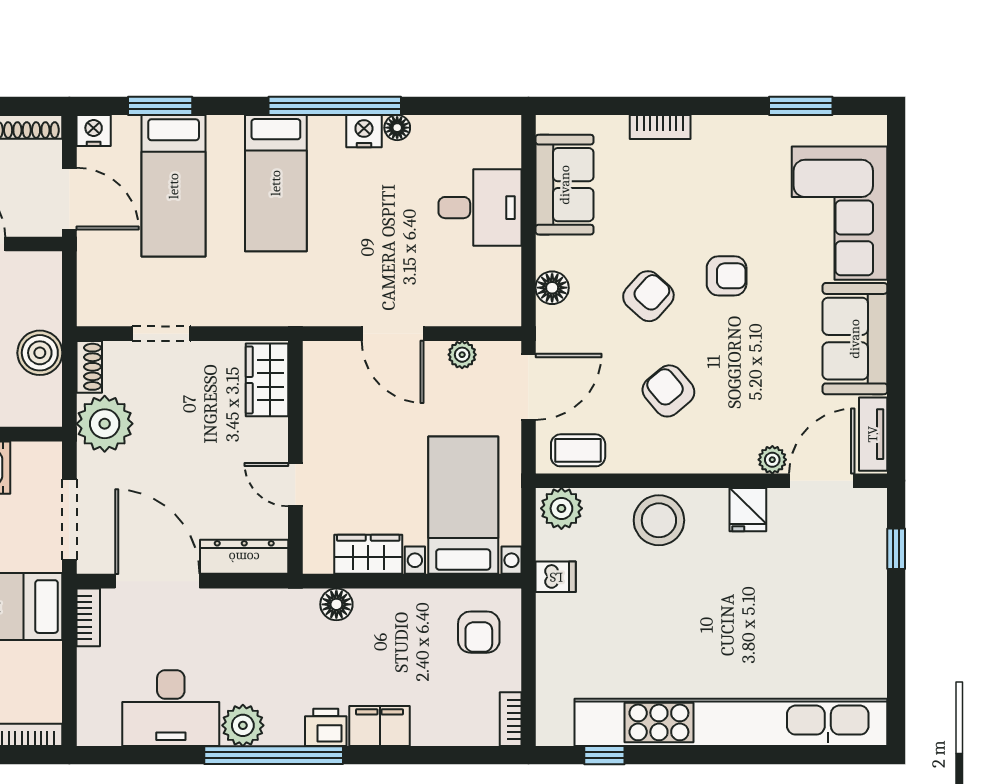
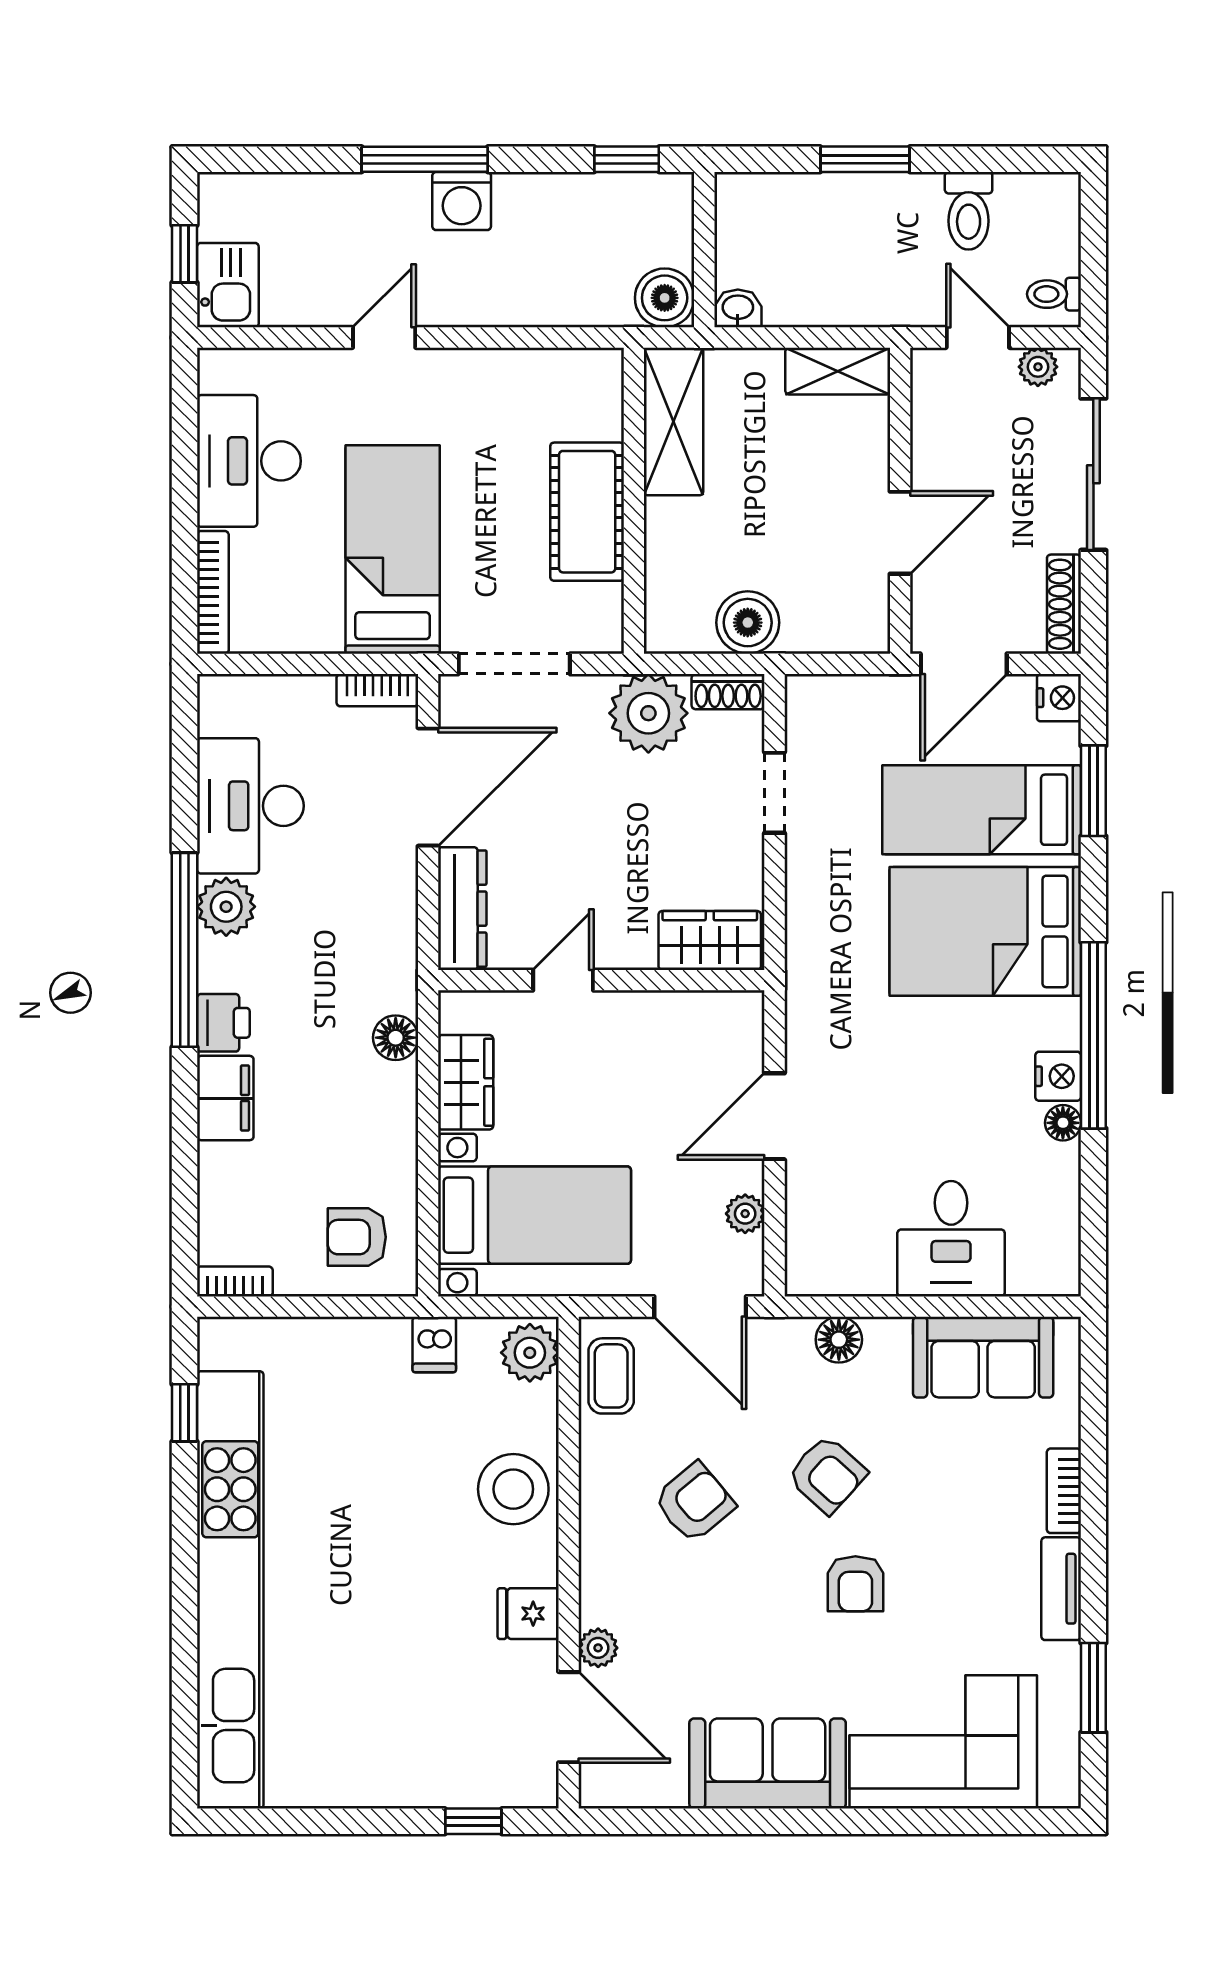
bed: (276, 183) -> (985, 931), width x1.50
tv unit: (873, 434) -> (1061, 1589), moved, turned -90

